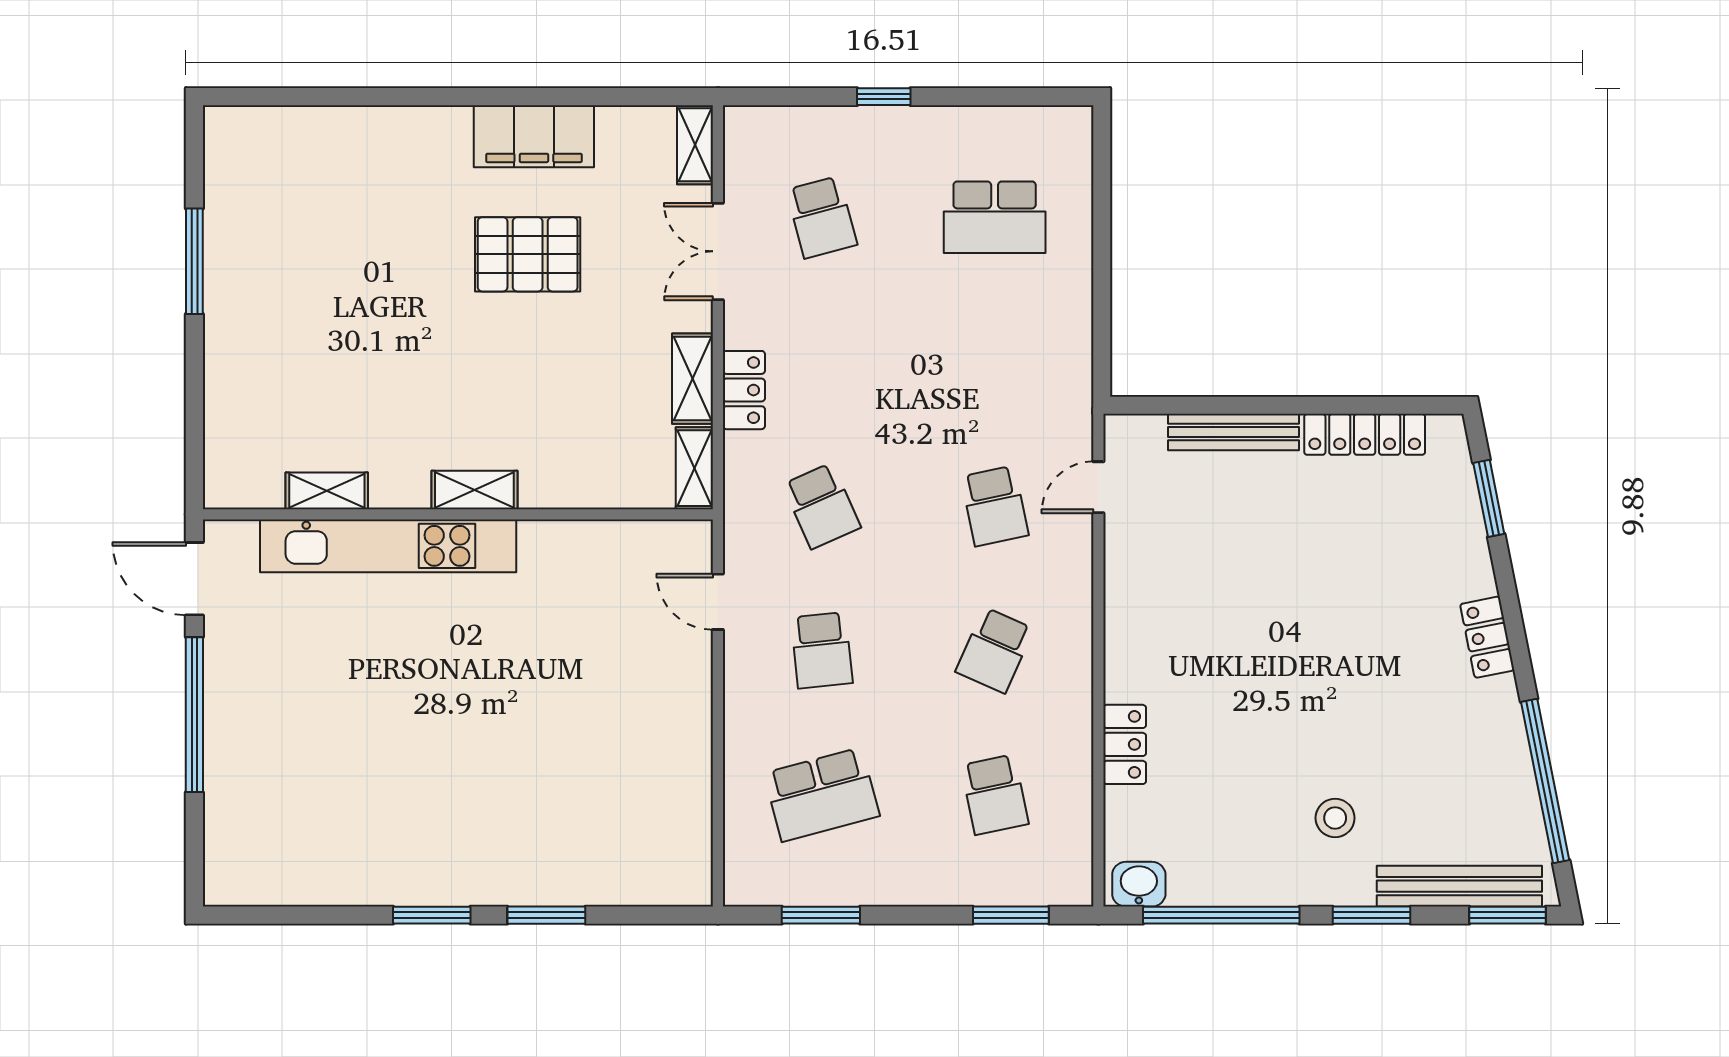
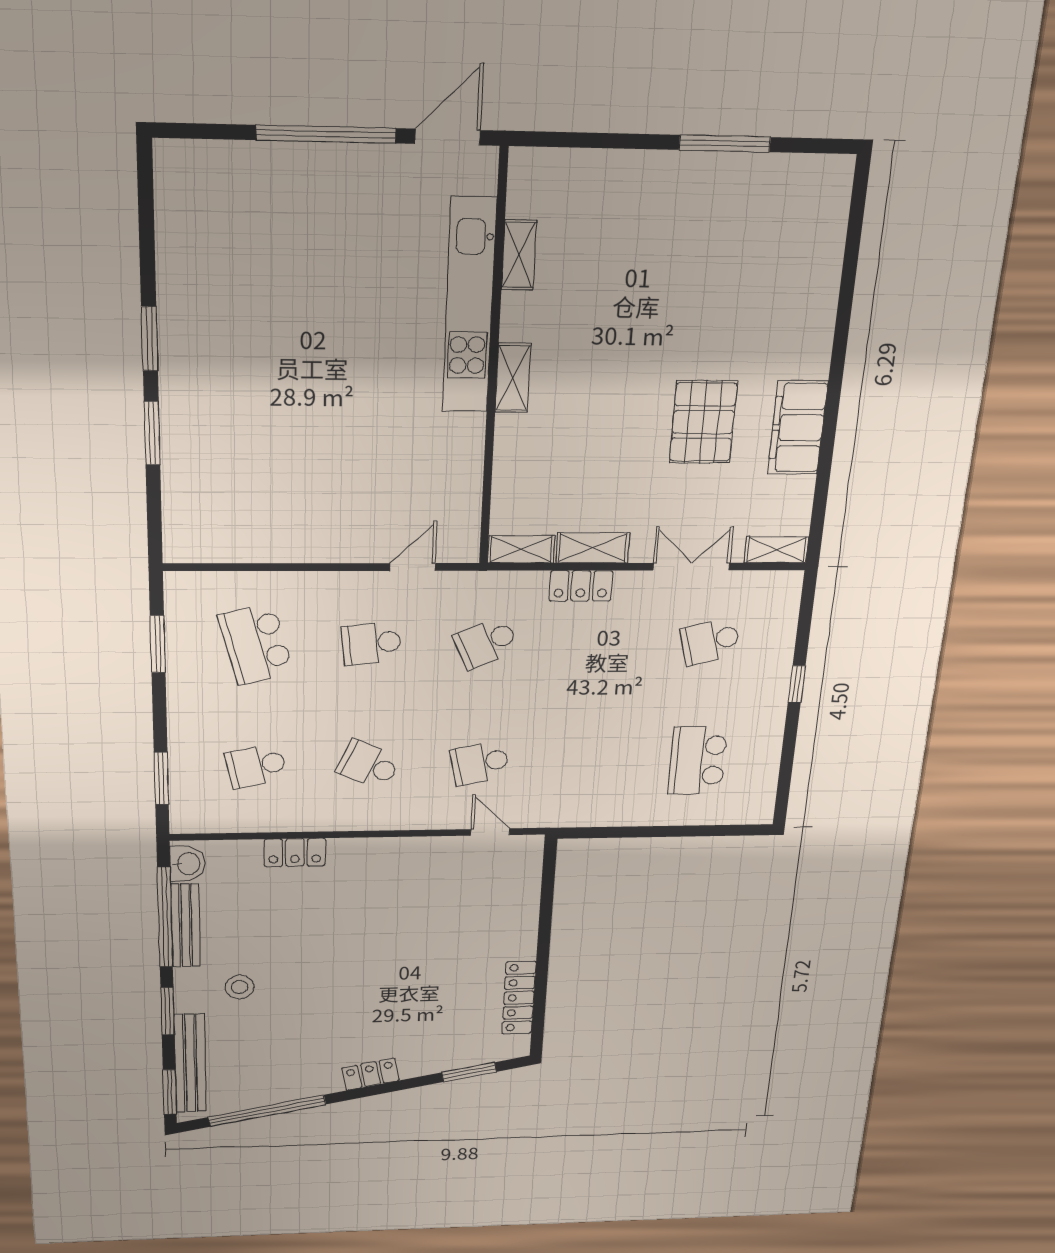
bench: (1234, 432) -> (186, 925), moved

